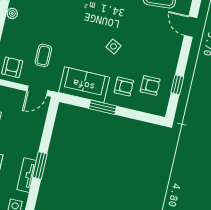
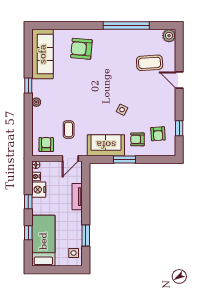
armchair: (150, 85) -> (158, 134), turned 86
armchair: (124, 87) -> (137, 139), turned 180
window: (40, 166) -> (86, 236), moved
tv unit: (27, 175) -> (77, 197), moved

